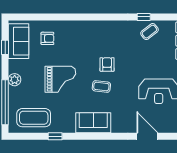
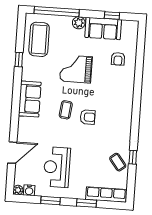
sofa: (19, 41) -> (103, 28), moved
grand piano: (60, 79) -> (76, 69), turned 90

